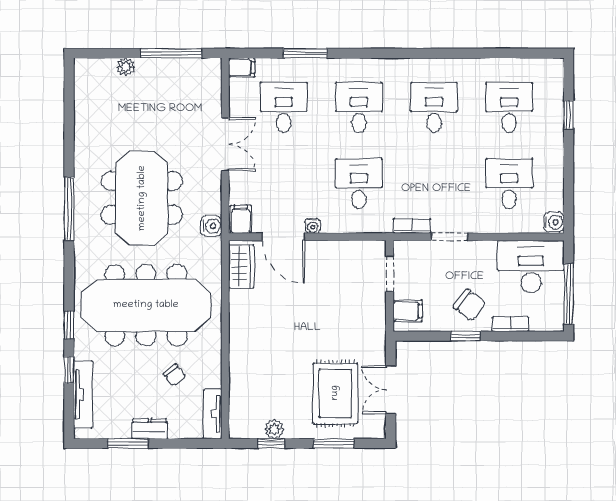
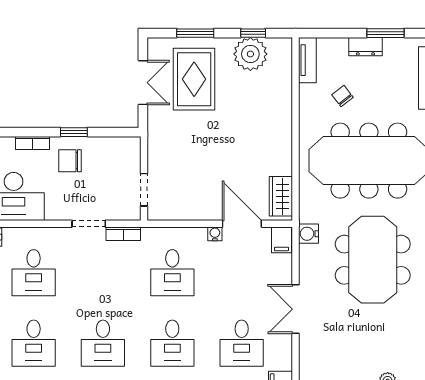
chair: (470, 305) -> (70, 161), turned -38
filing cabinet: (408, 311) -> (127, 155), removed
plant: (274, 429) -> (250, 54), width x1.88, depth x1.88

